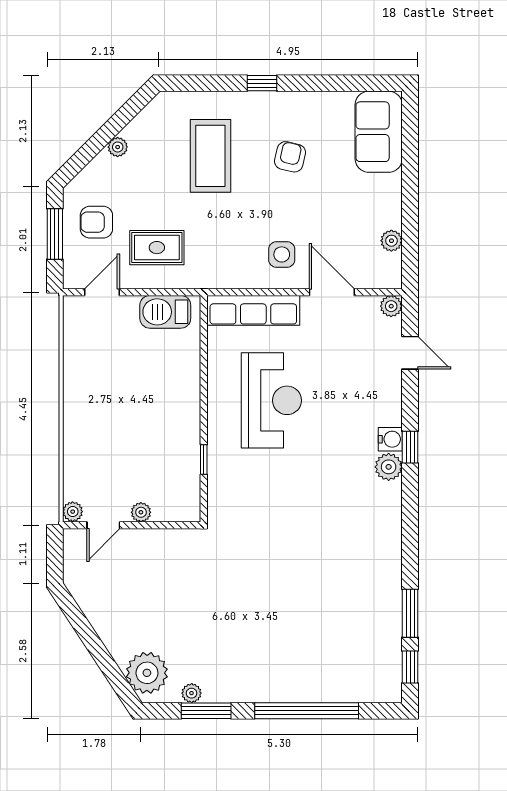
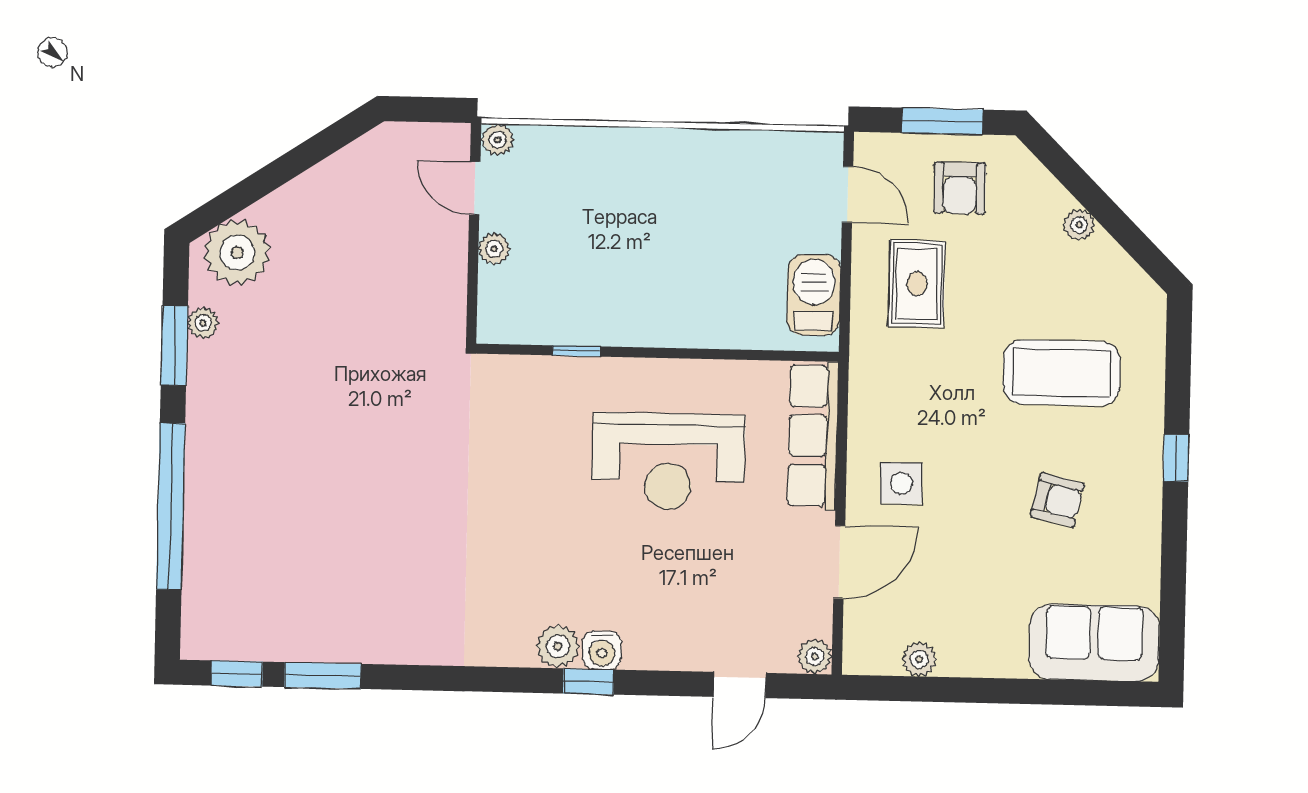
armchair: (96, 222) -> (960, 188), turned 180

